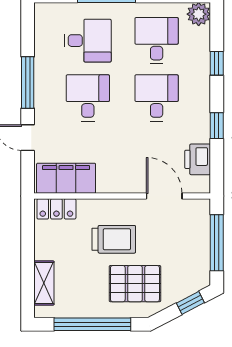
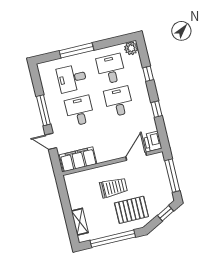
desk: (88, 41) -> (72, 78), turned 180
printer: (198, 159) -> (153, 141), moved
door: (164, 196) -> (136, 156), hinge flipped
locker: (56, 209) -> (77, 178), removed

